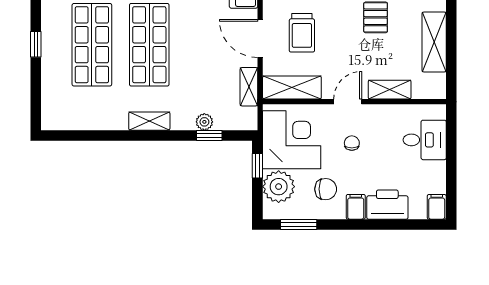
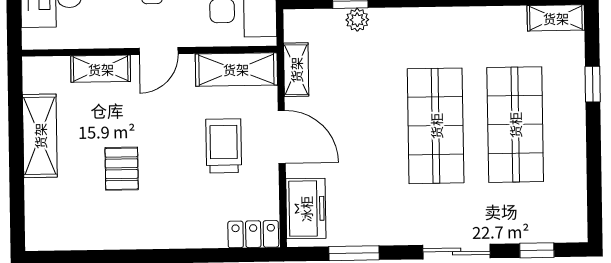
window: (36, 44) -> (593, 84), moved
shelving: (149, 121) -> (556, 18), moved

